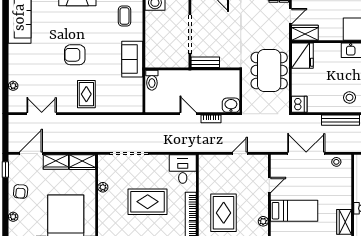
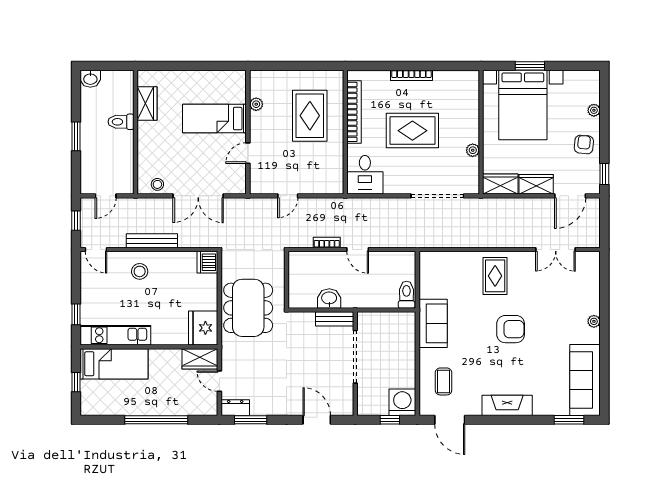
door: (290, 16) -> (219, 381), hinge flipped
plant: (13, 86) -> (594, 321), moved
washbasin: (231, 105) -> (329, 298), moved, turned 180

